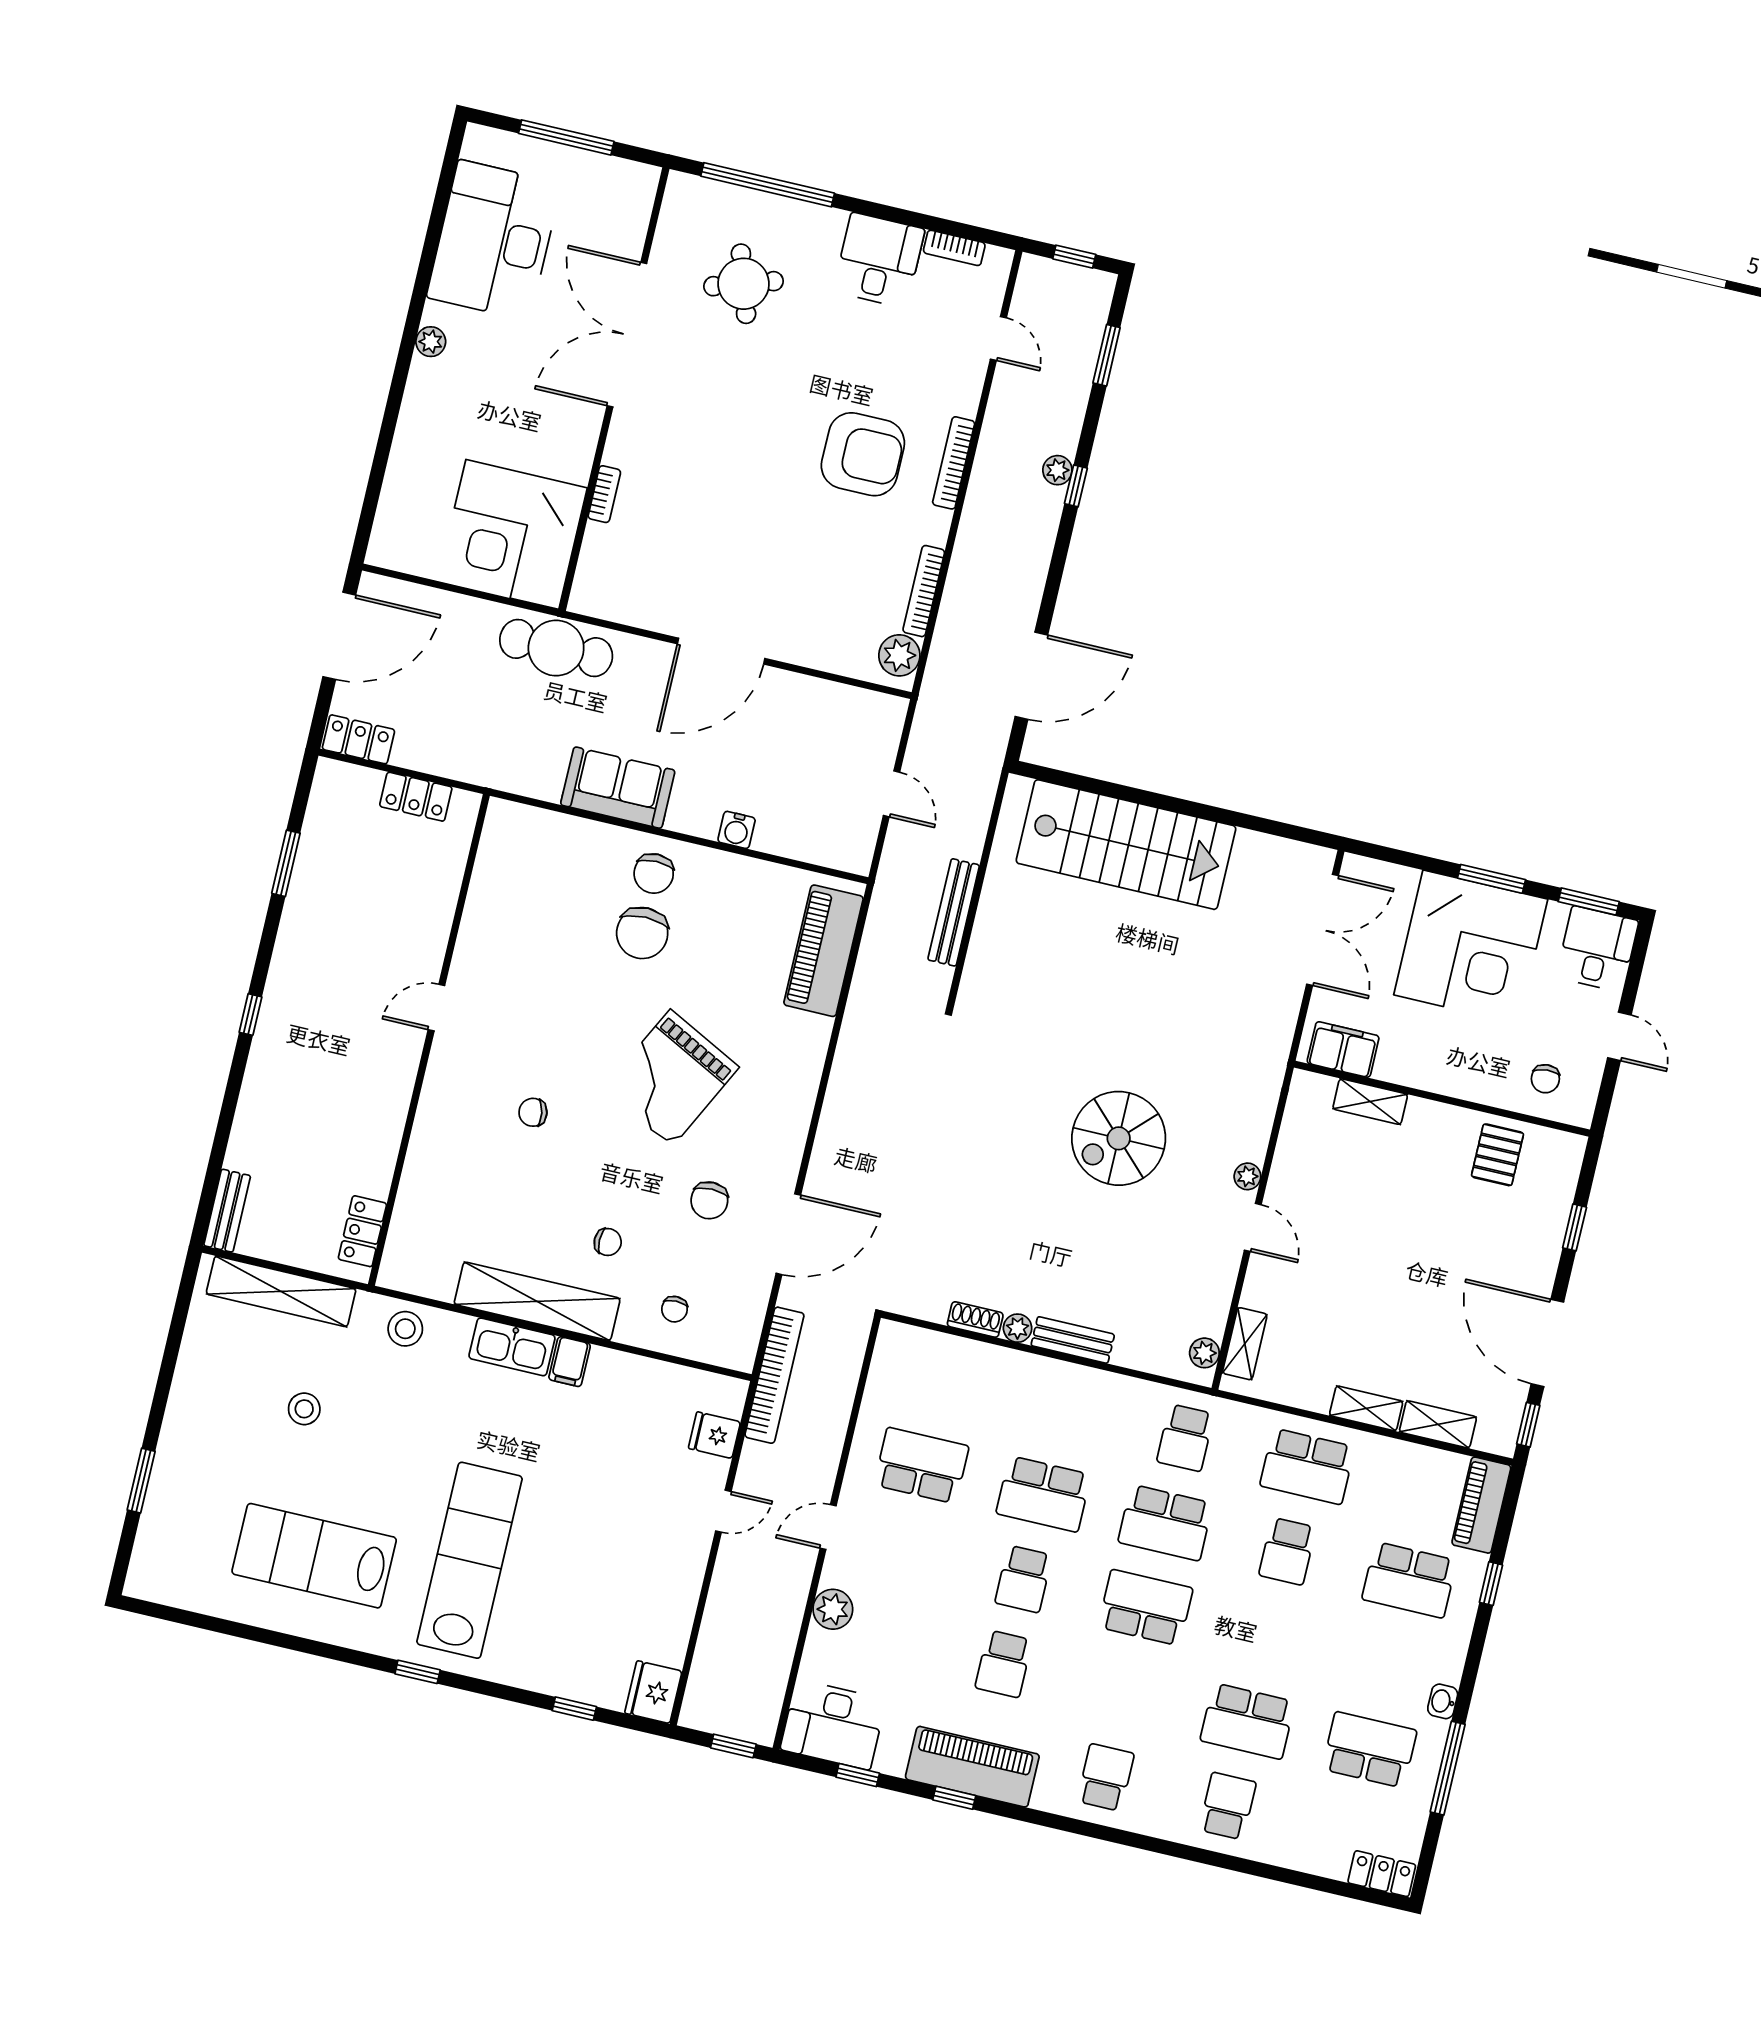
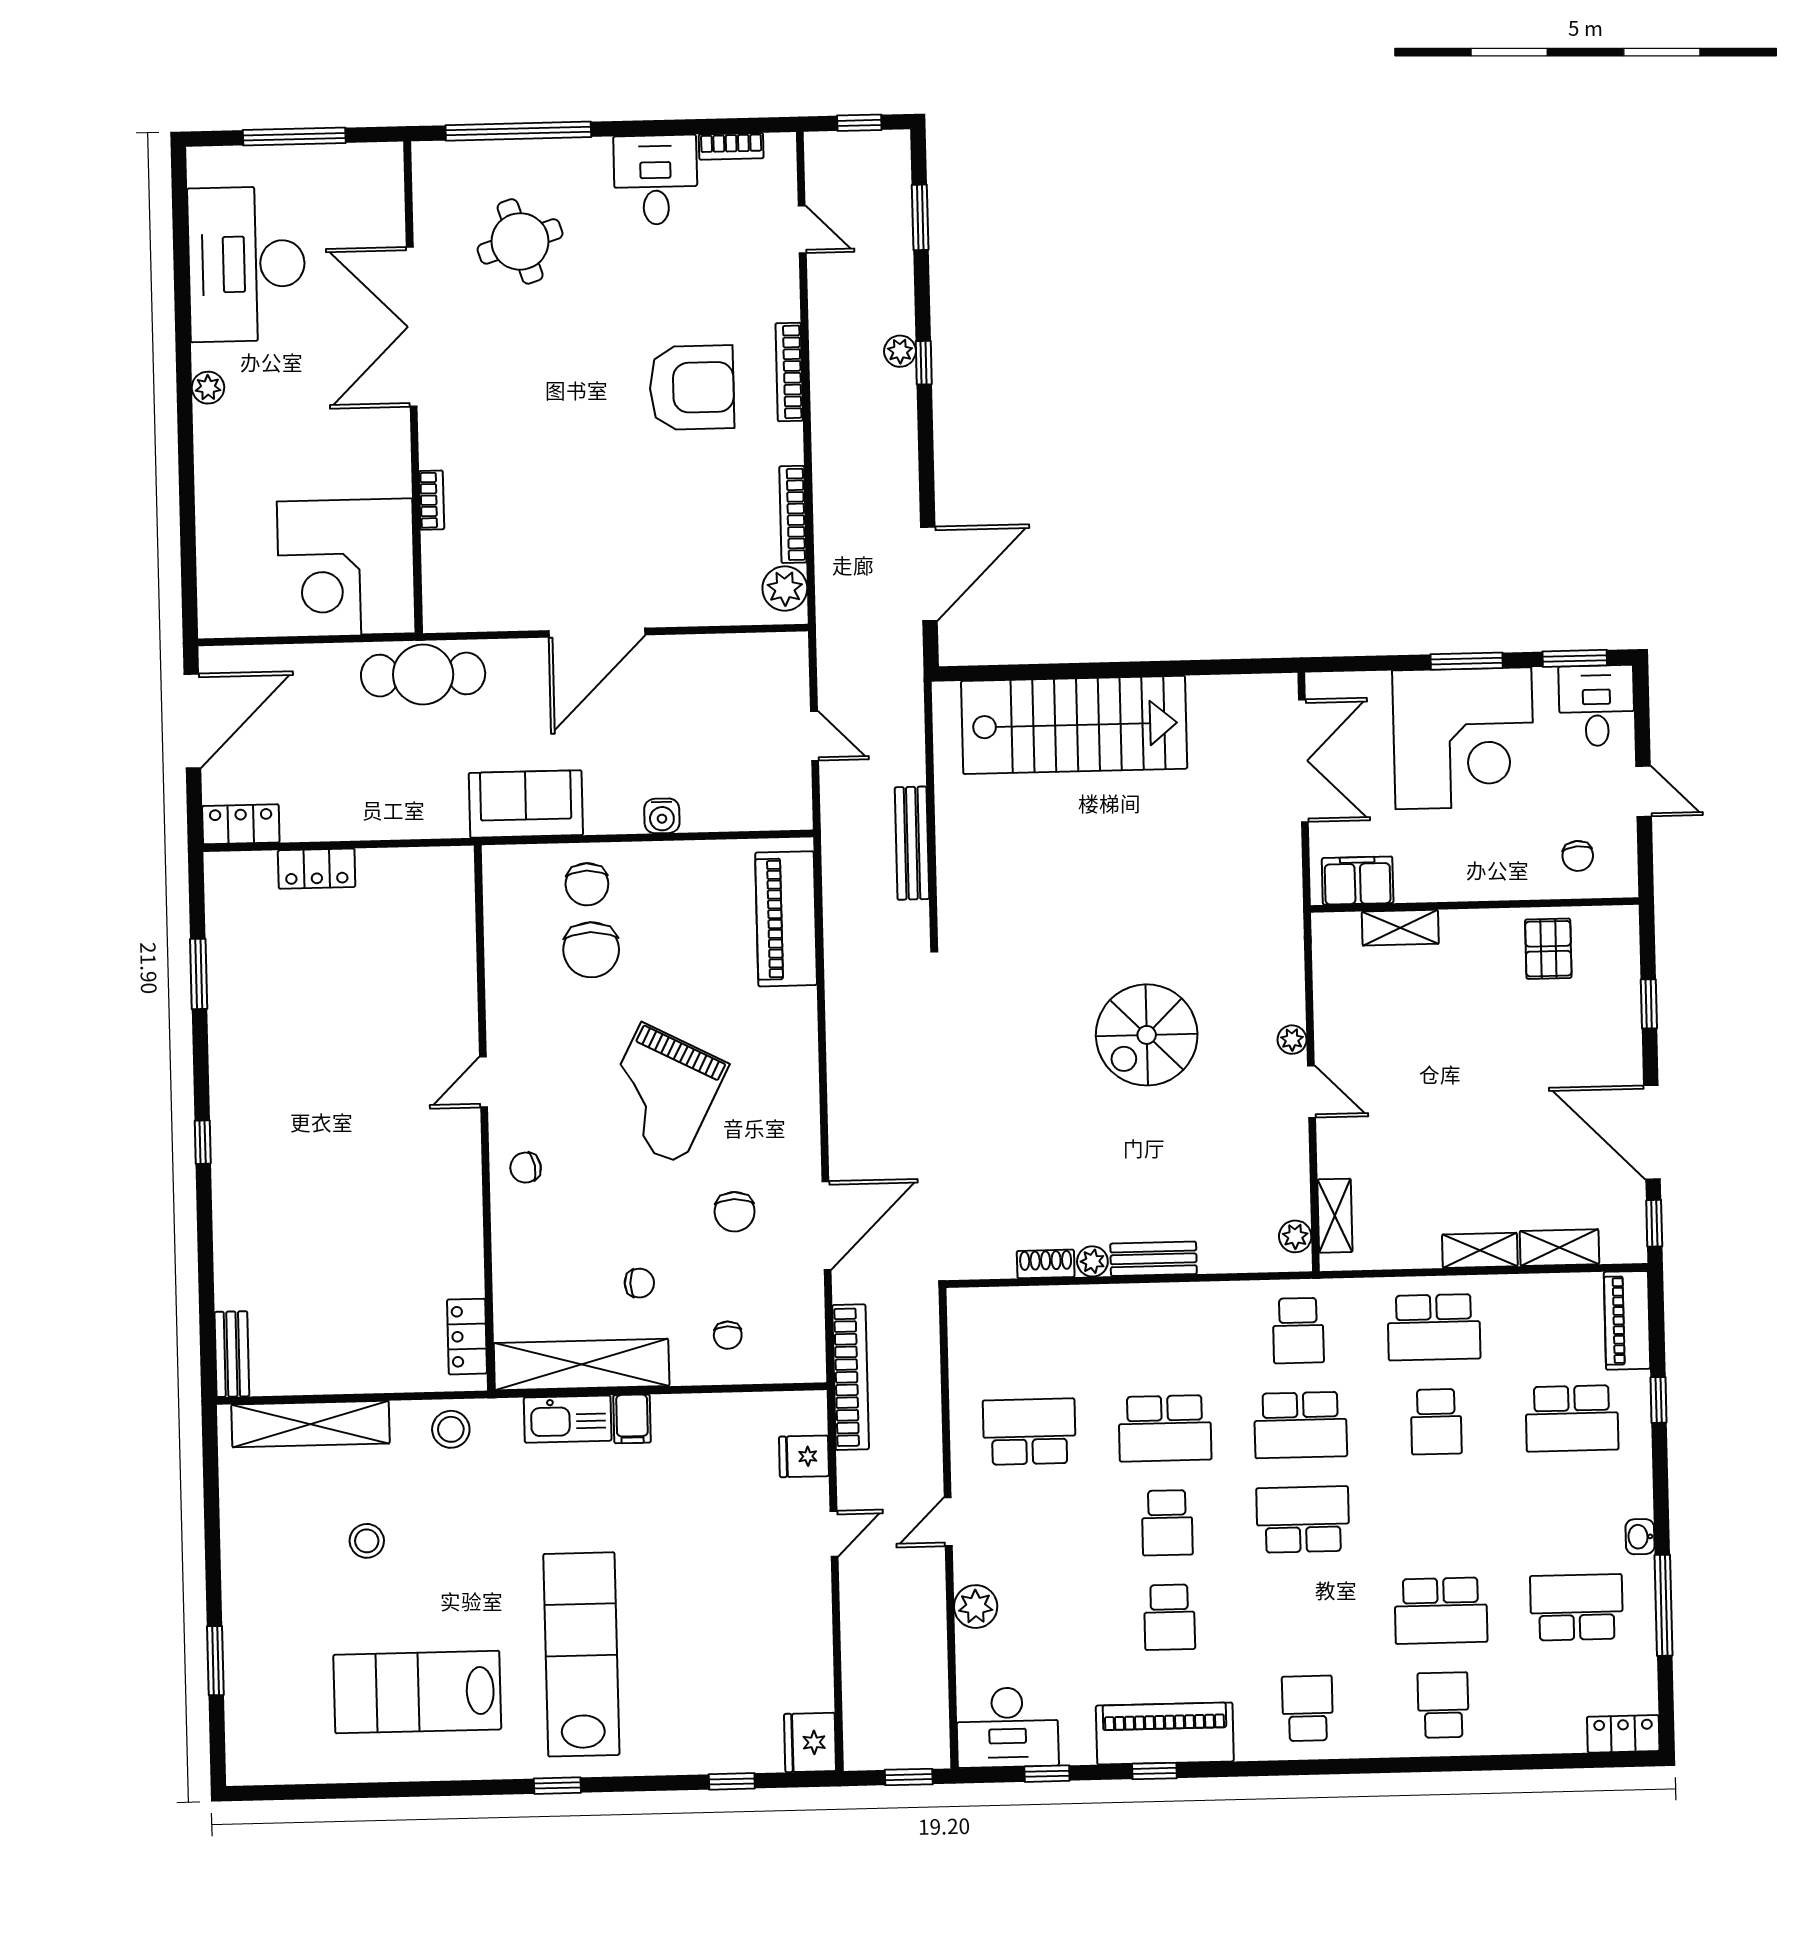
door: (436, 1008) -> (484, 1082), moved
wall: (429, 1040) -> (484, 1118), moved
locker: (362, 1231) -> (467, 1337), moved

